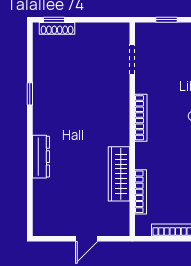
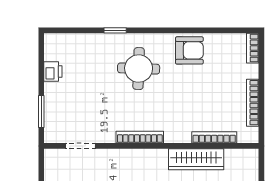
window: (166, 20) -> (41, 111), width x1.50

